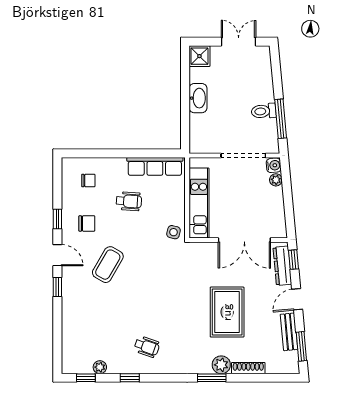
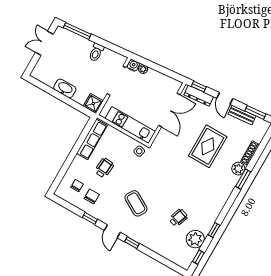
shower: (199, 56) -> (93, 103), moved
window: (281, 119) -> (77, 31), moved
chair: (87, 223) -> (92, 196), moved
door: (57, 255) -> (112, 231), swing flipped
rug: (227, 312) -> (208, 146), turned 90
wheelchair: (147, 347) -> (178, 218), moved
plant: (100, 367) -> (195, 239), width x1.88, depth x1.88

